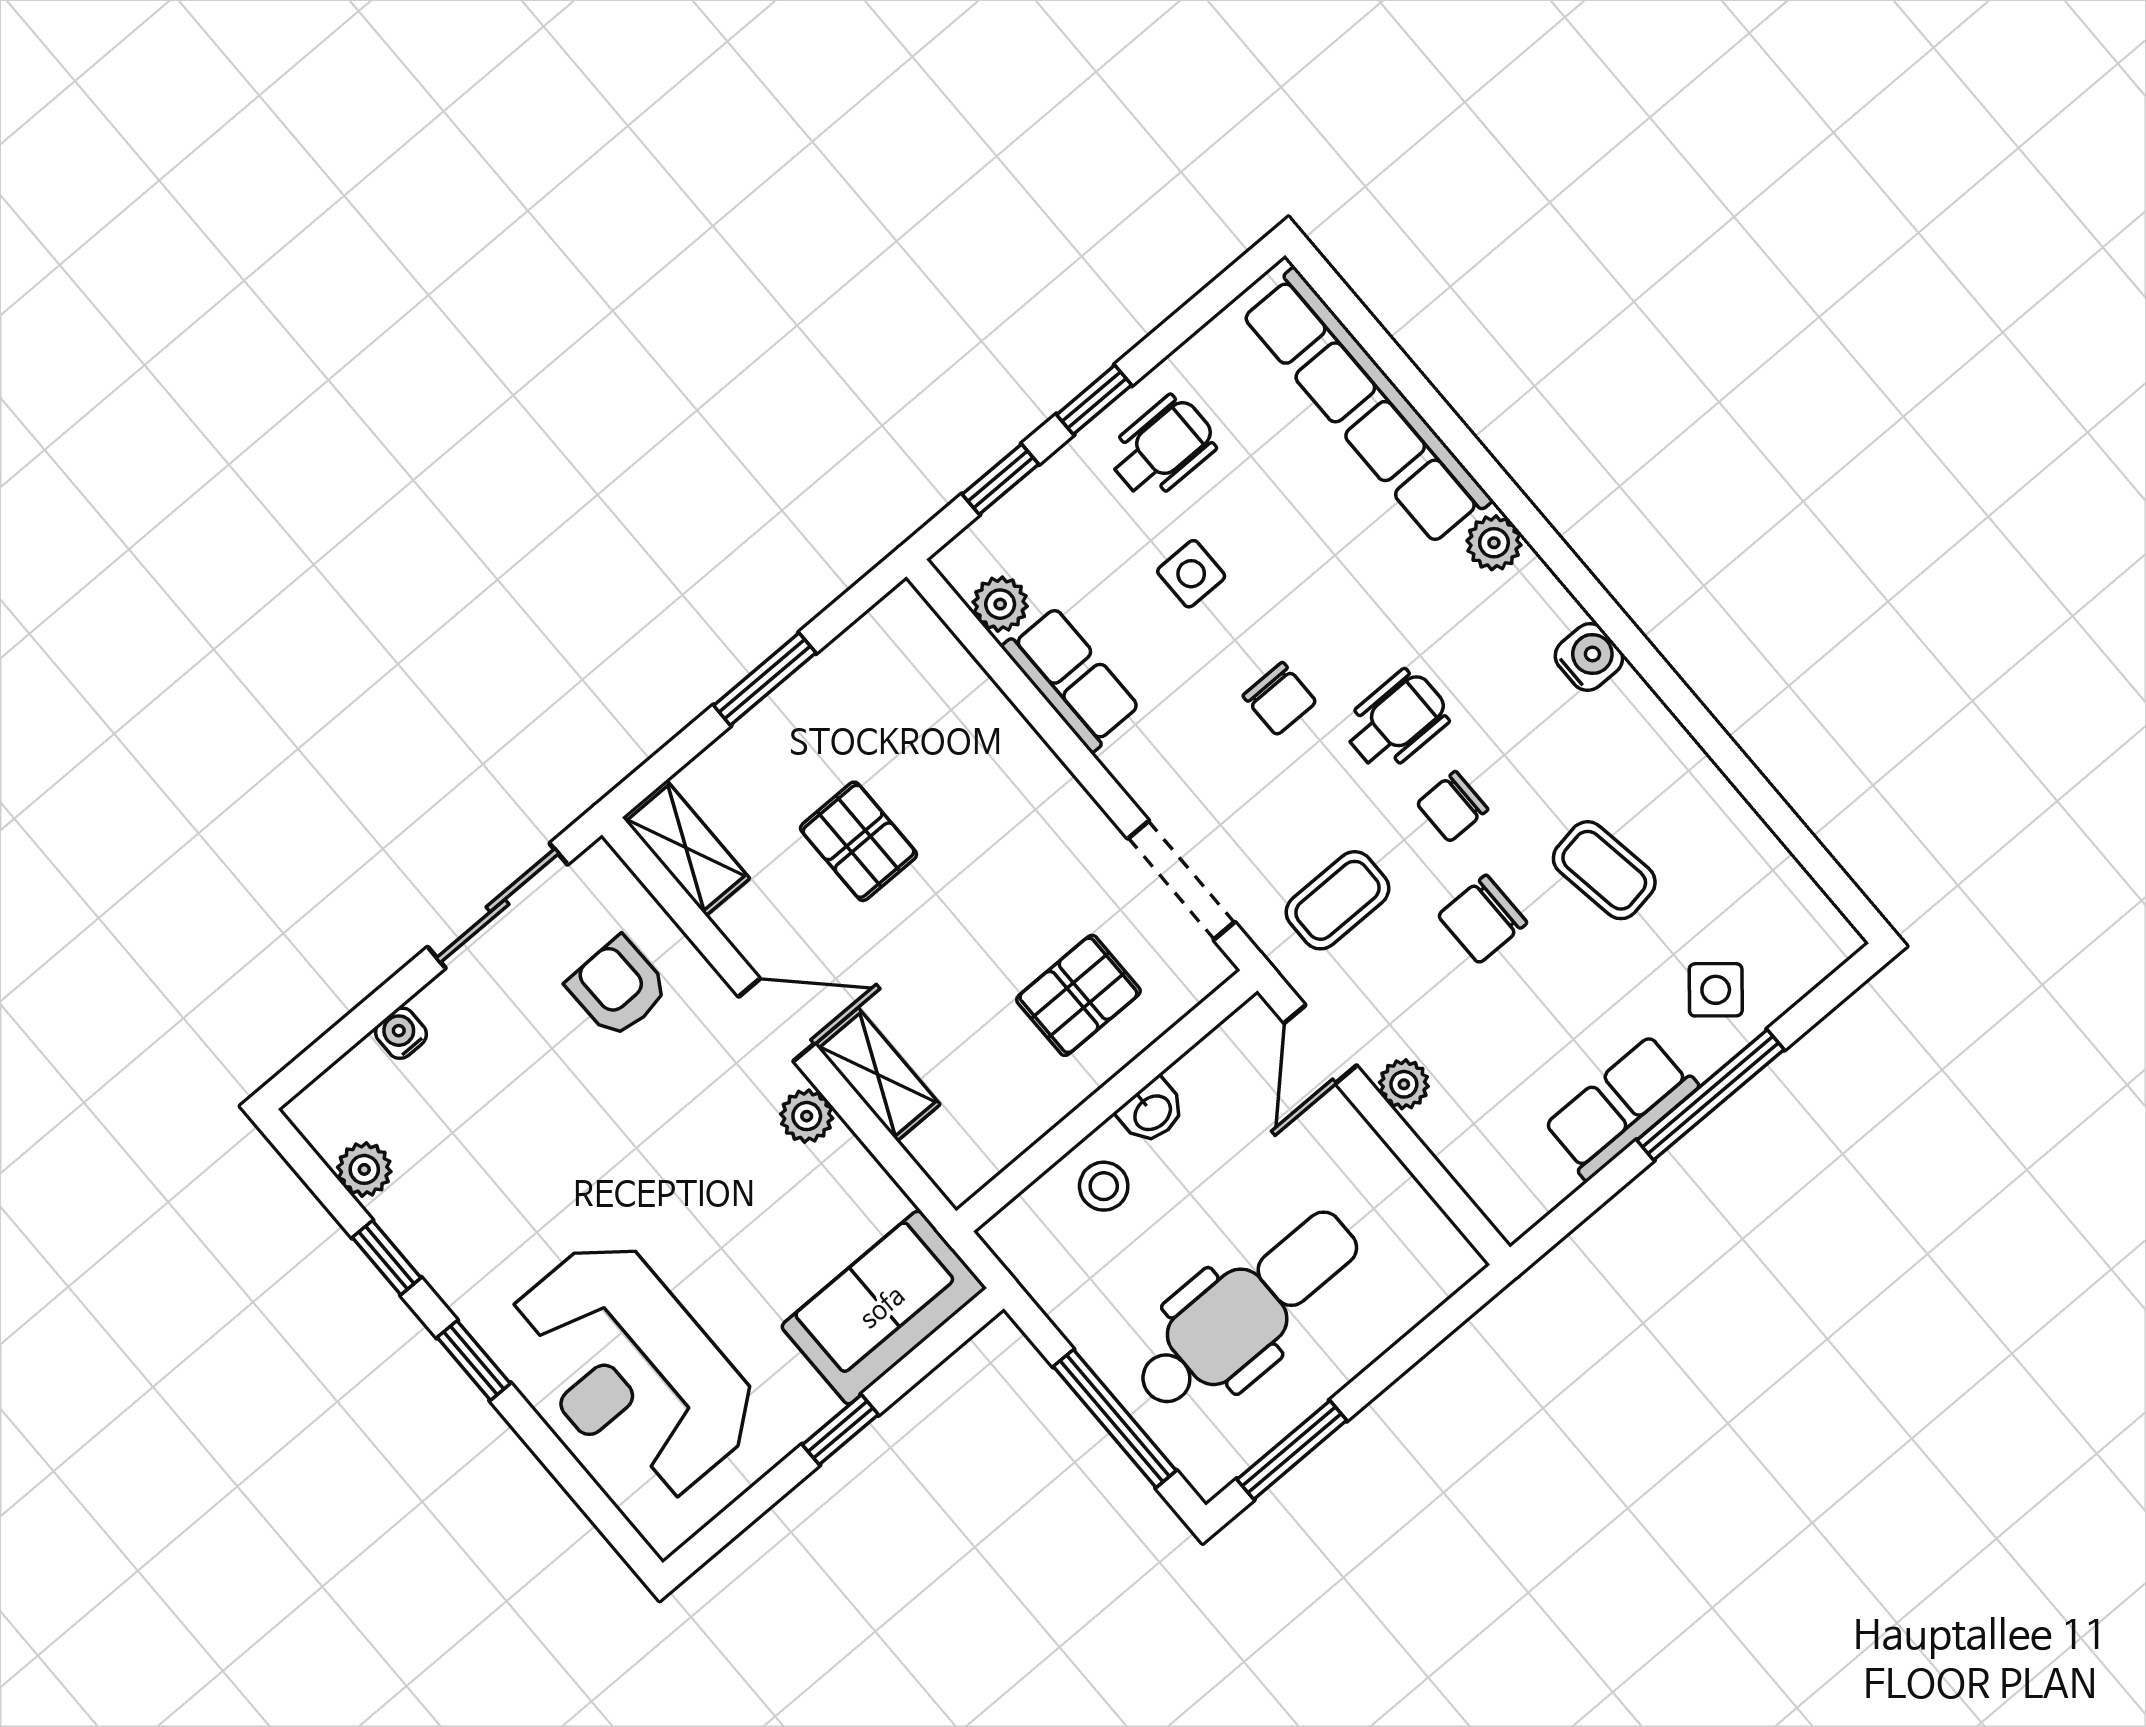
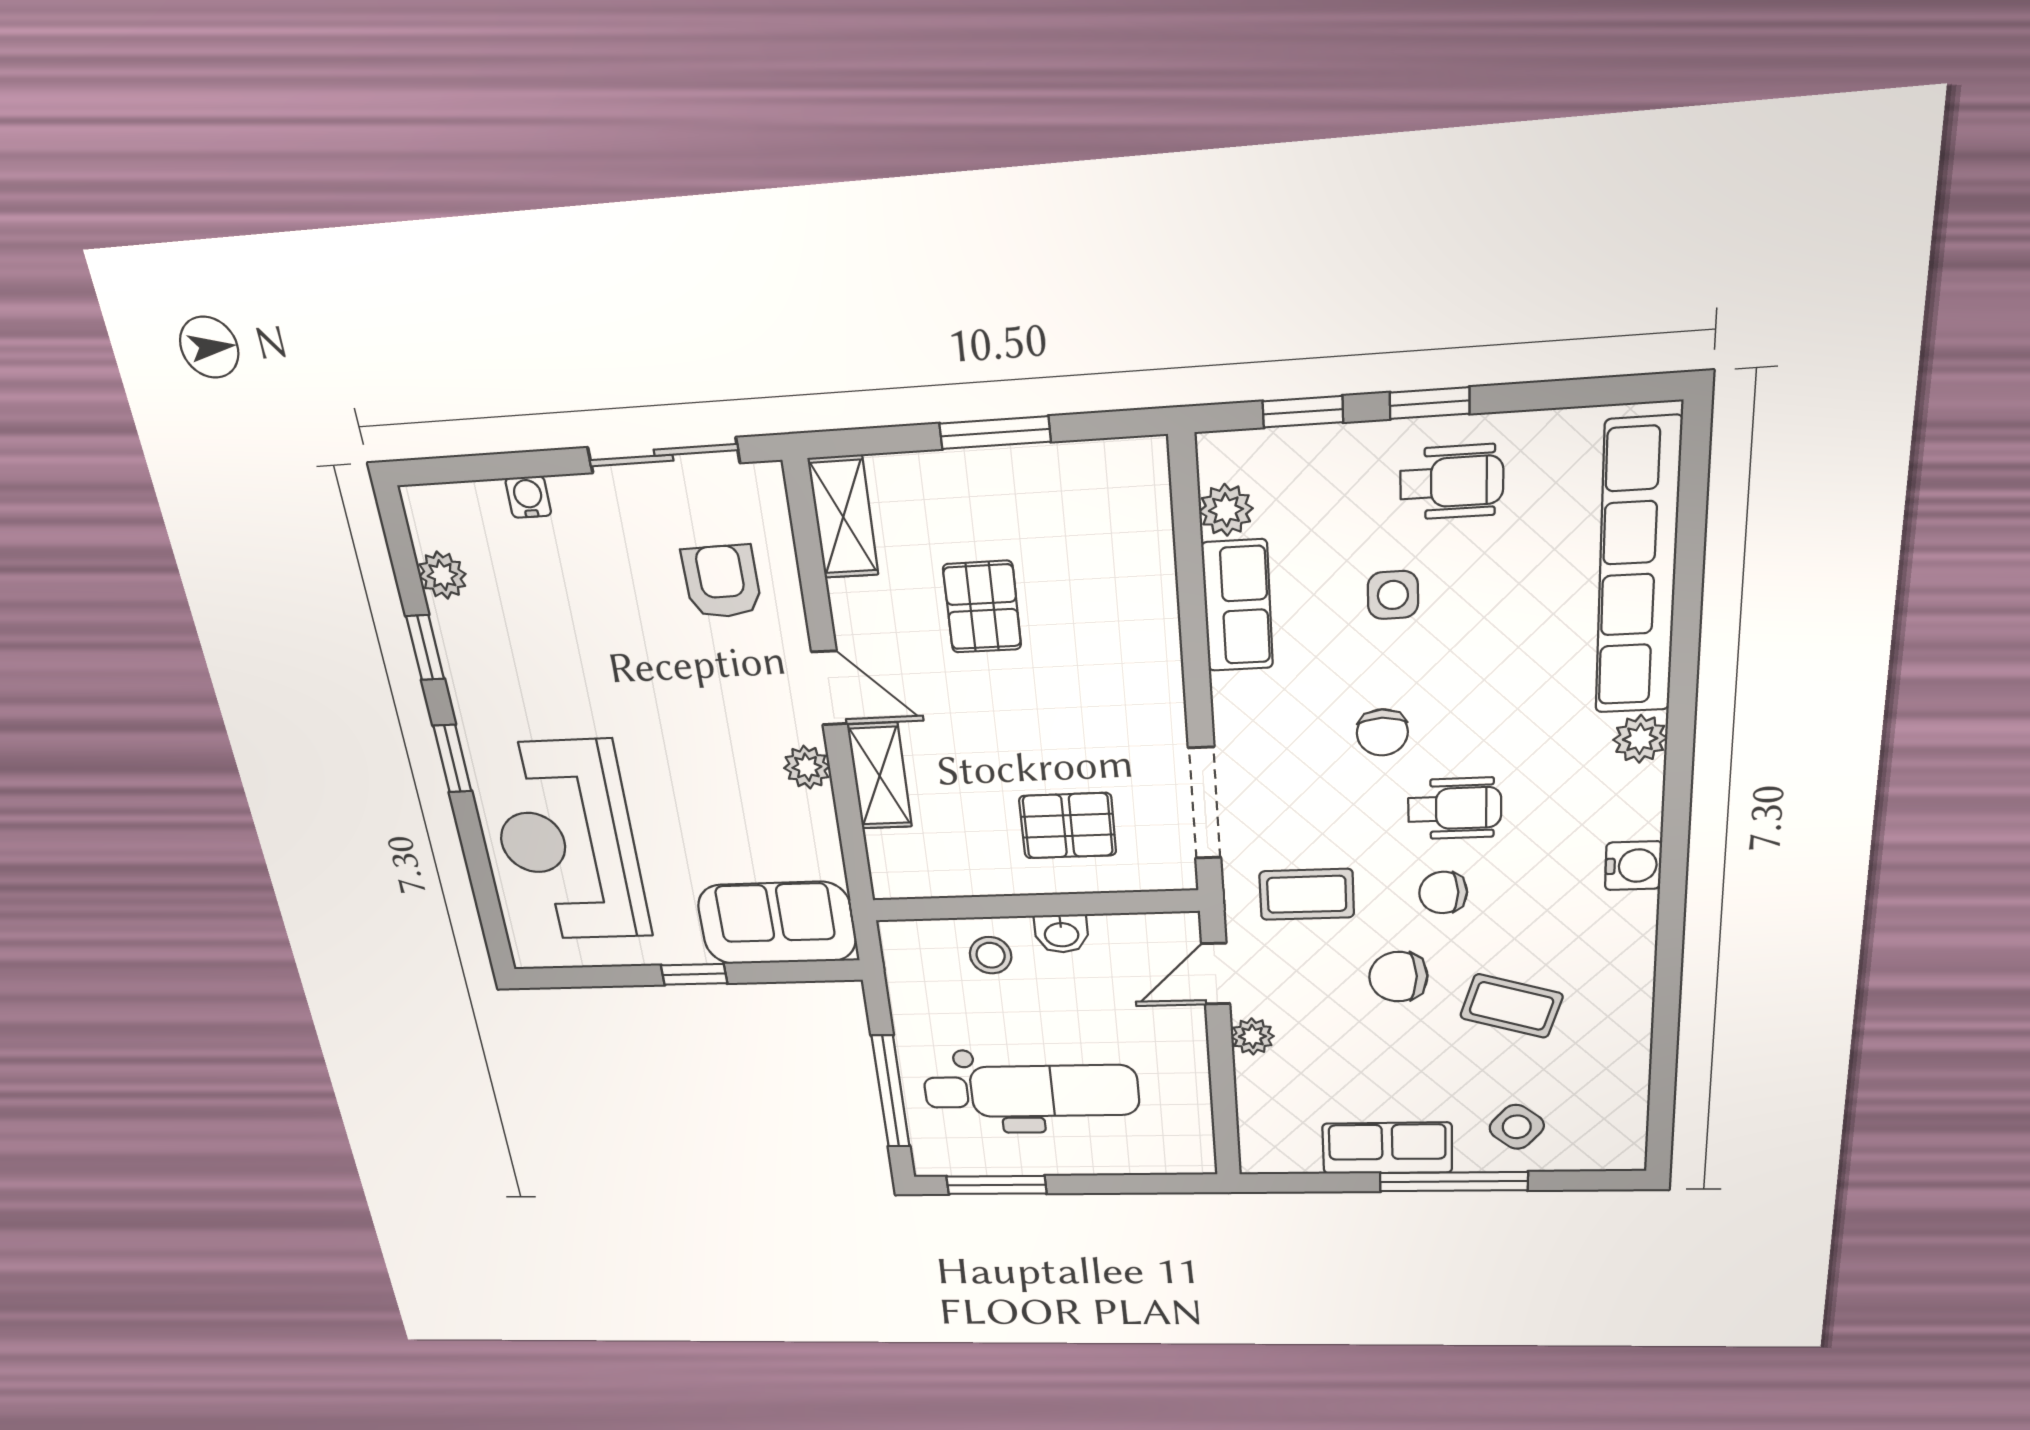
coffee table: (1604, 870) -> (1511, 1006), turned -64

